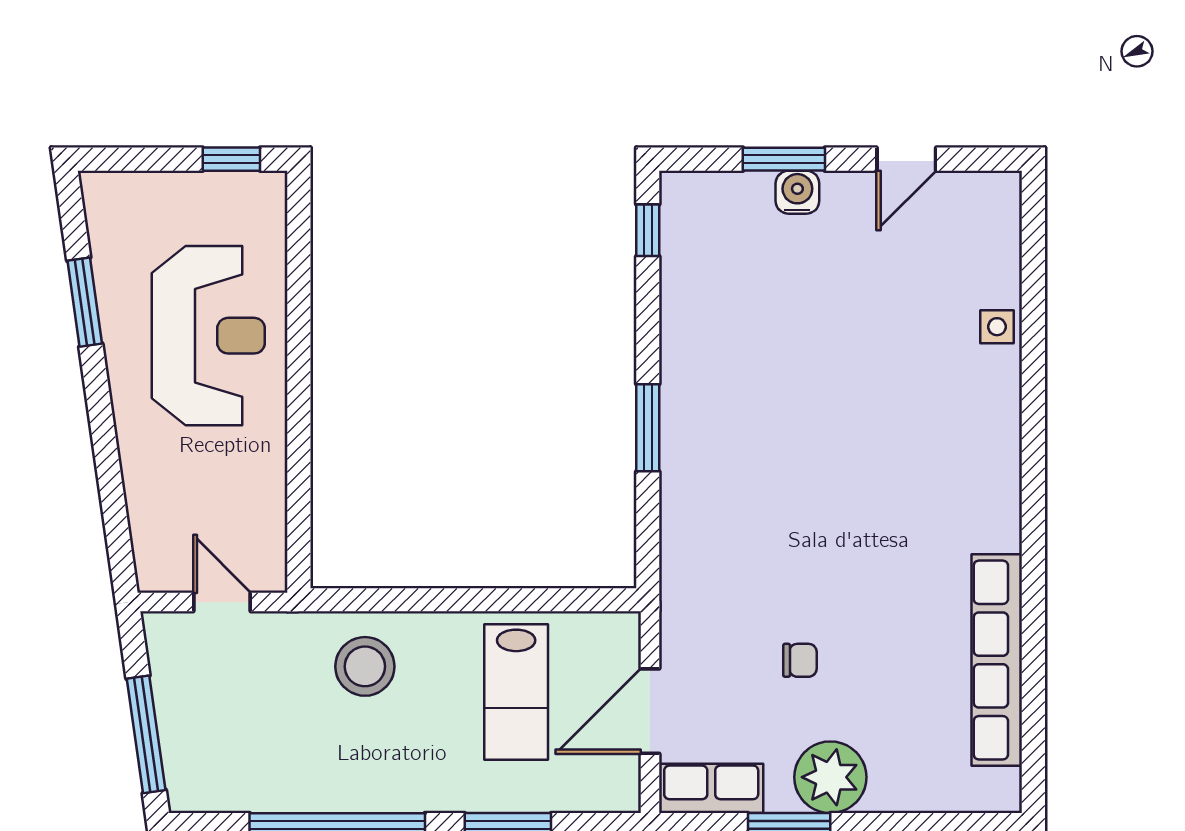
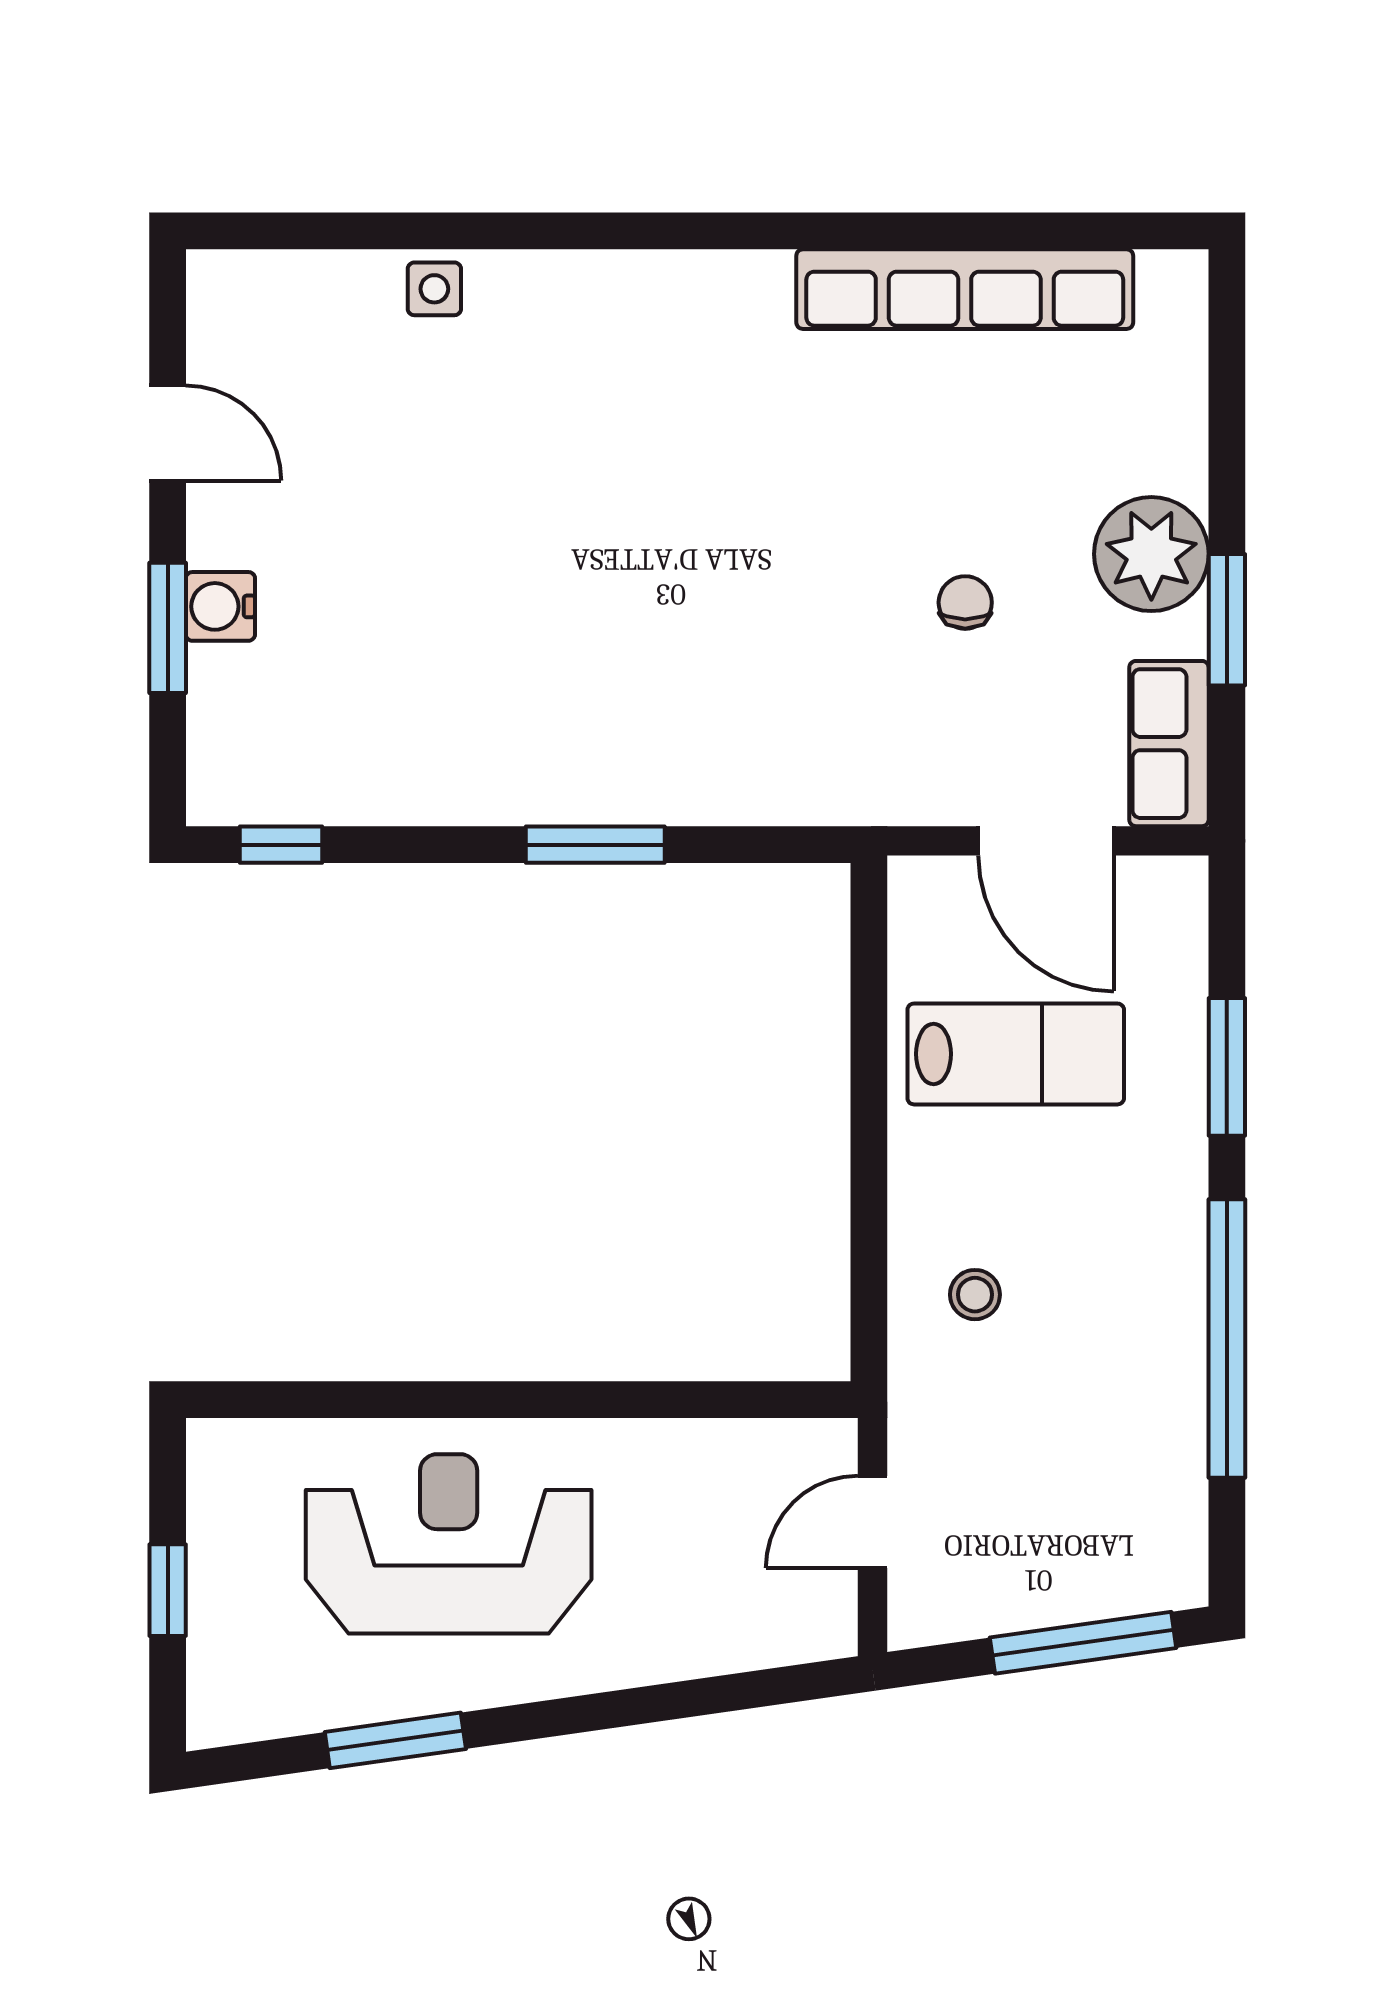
window: (231, 159) -> (168, 1590), moved
stool: (365, 666) -> (975, 1295), width x0.53, depth x0.53

